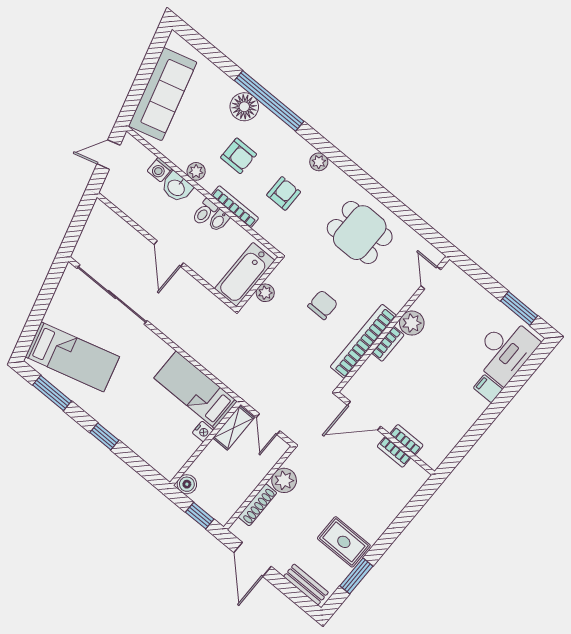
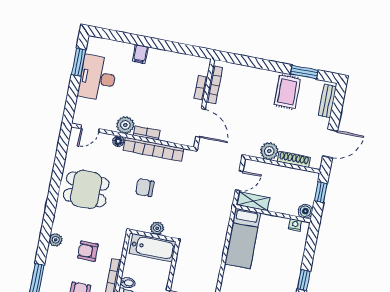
dining table: (360, 233) -> (86, 189), turned 90
floor lamp: (397, 304) -> (118, 141), added
desk: (505, 350) -> (97, 78), moved, turned -90
nightstand: (203, 432) -> (295, 225), moved
bookcase: (394, 452) -> (214, 85), width x1.56

